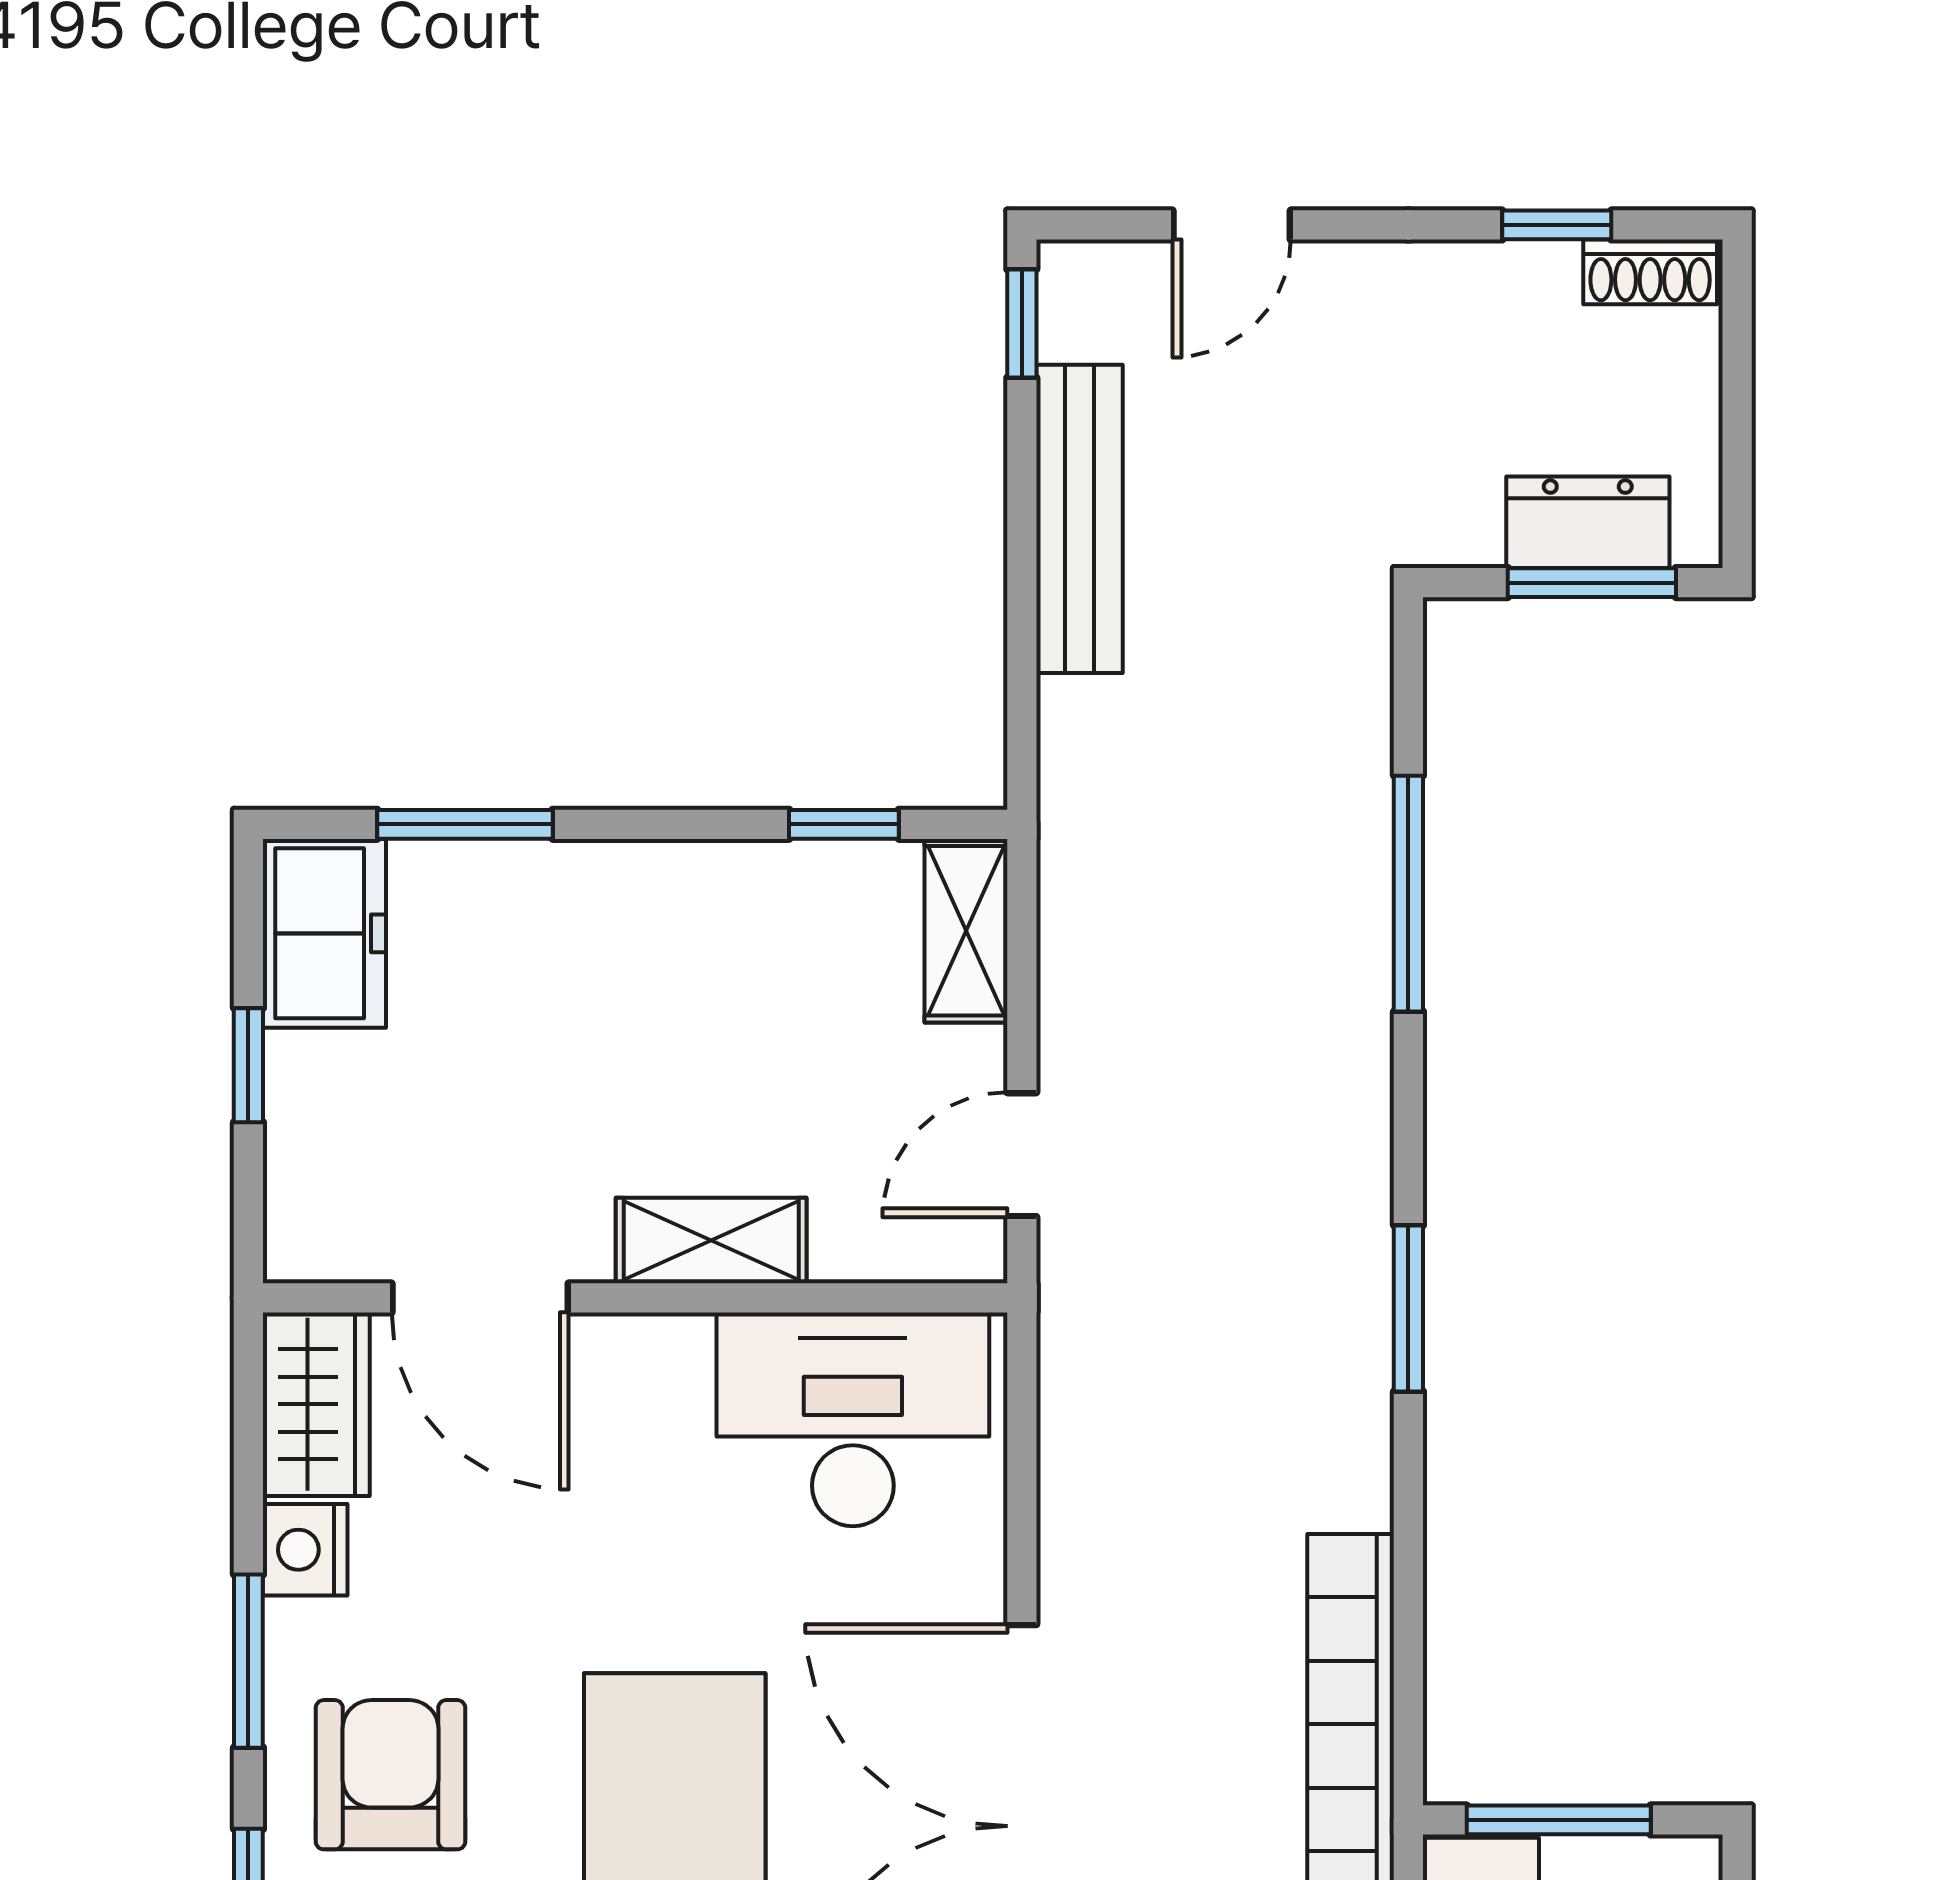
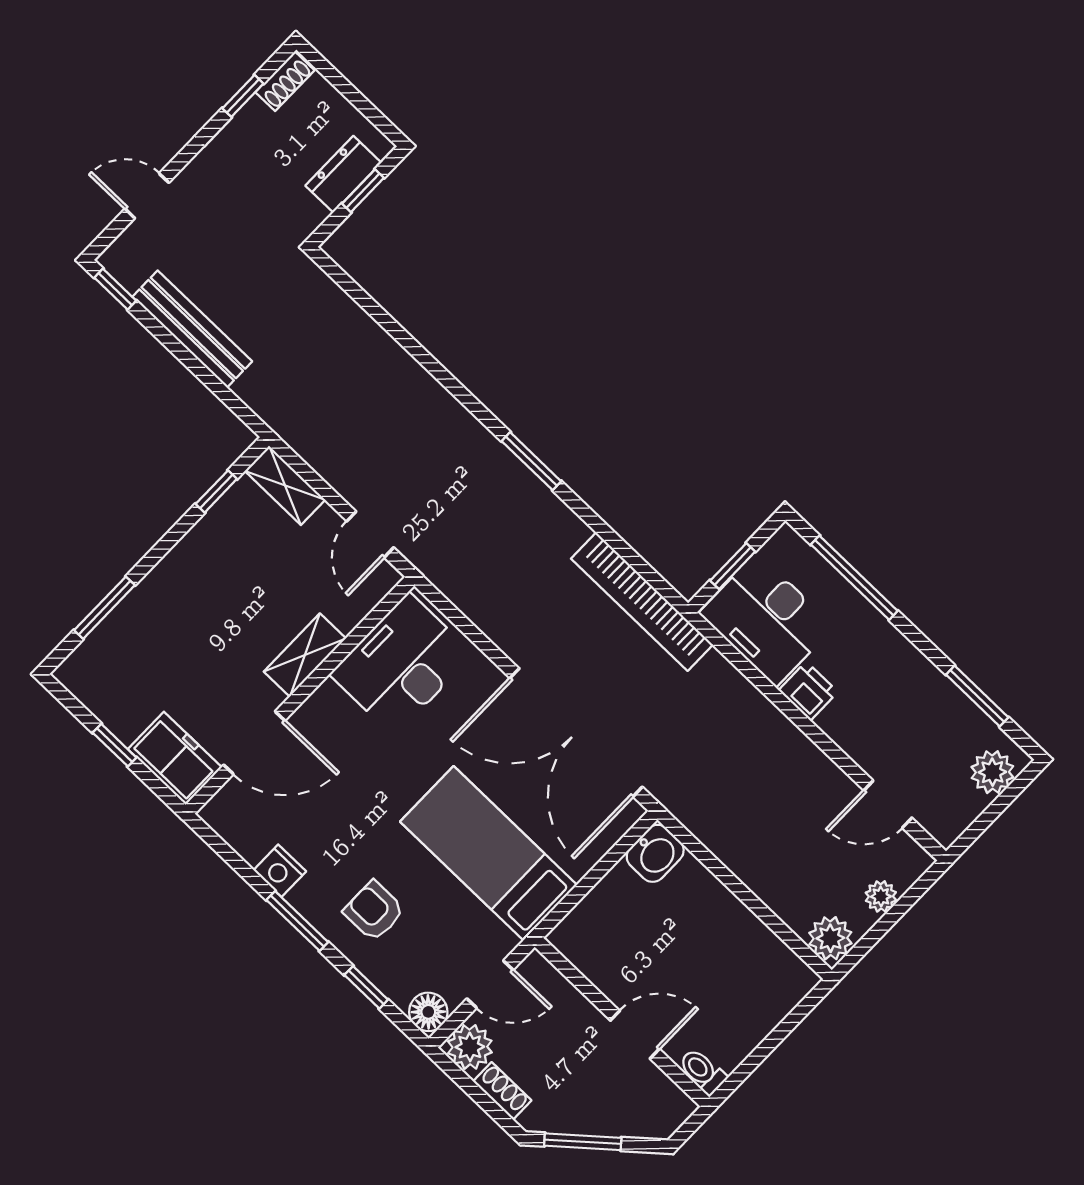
door: (1232, 225) -> (147, 196), swing flipped
window: (1592, 583) -> (363, 191), width x0.67
window: (1408, 894) -> (404, 339), removed
freezer: (324, 933) -> (175, 758), moved
wardrobe: (316, 1404) -> (239, 824), removed
armchair: (390, 1775) -> (374, 911), width x0.72, depth x0.72
window: (1559, 1820) -> (733, 566), width x0.67

